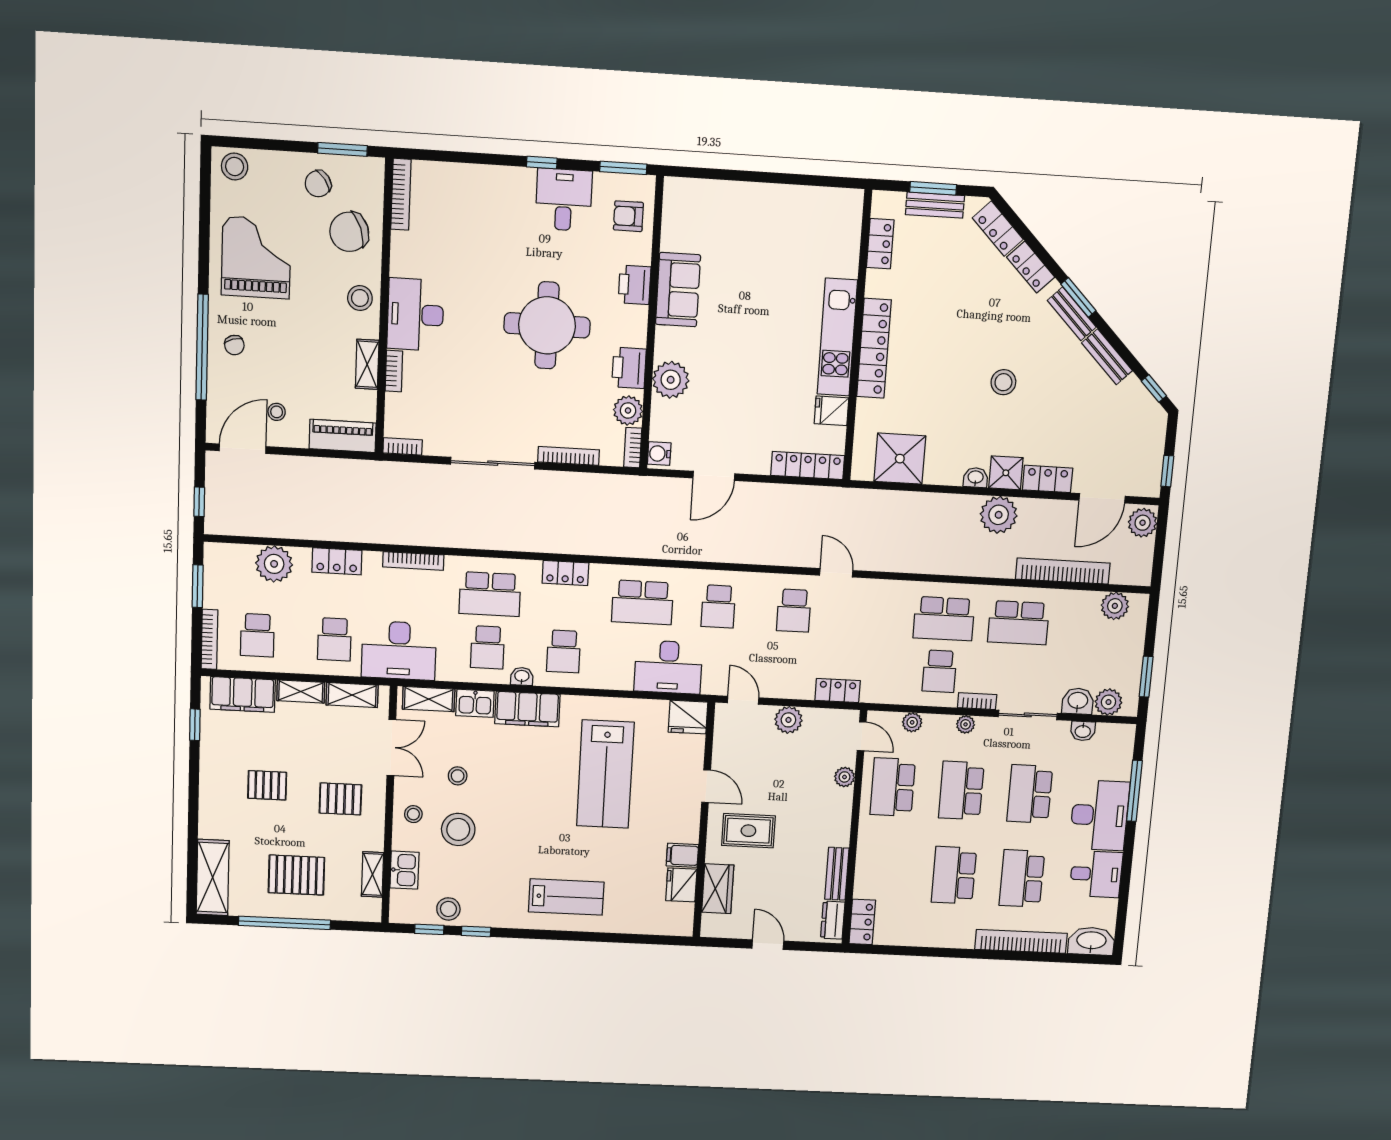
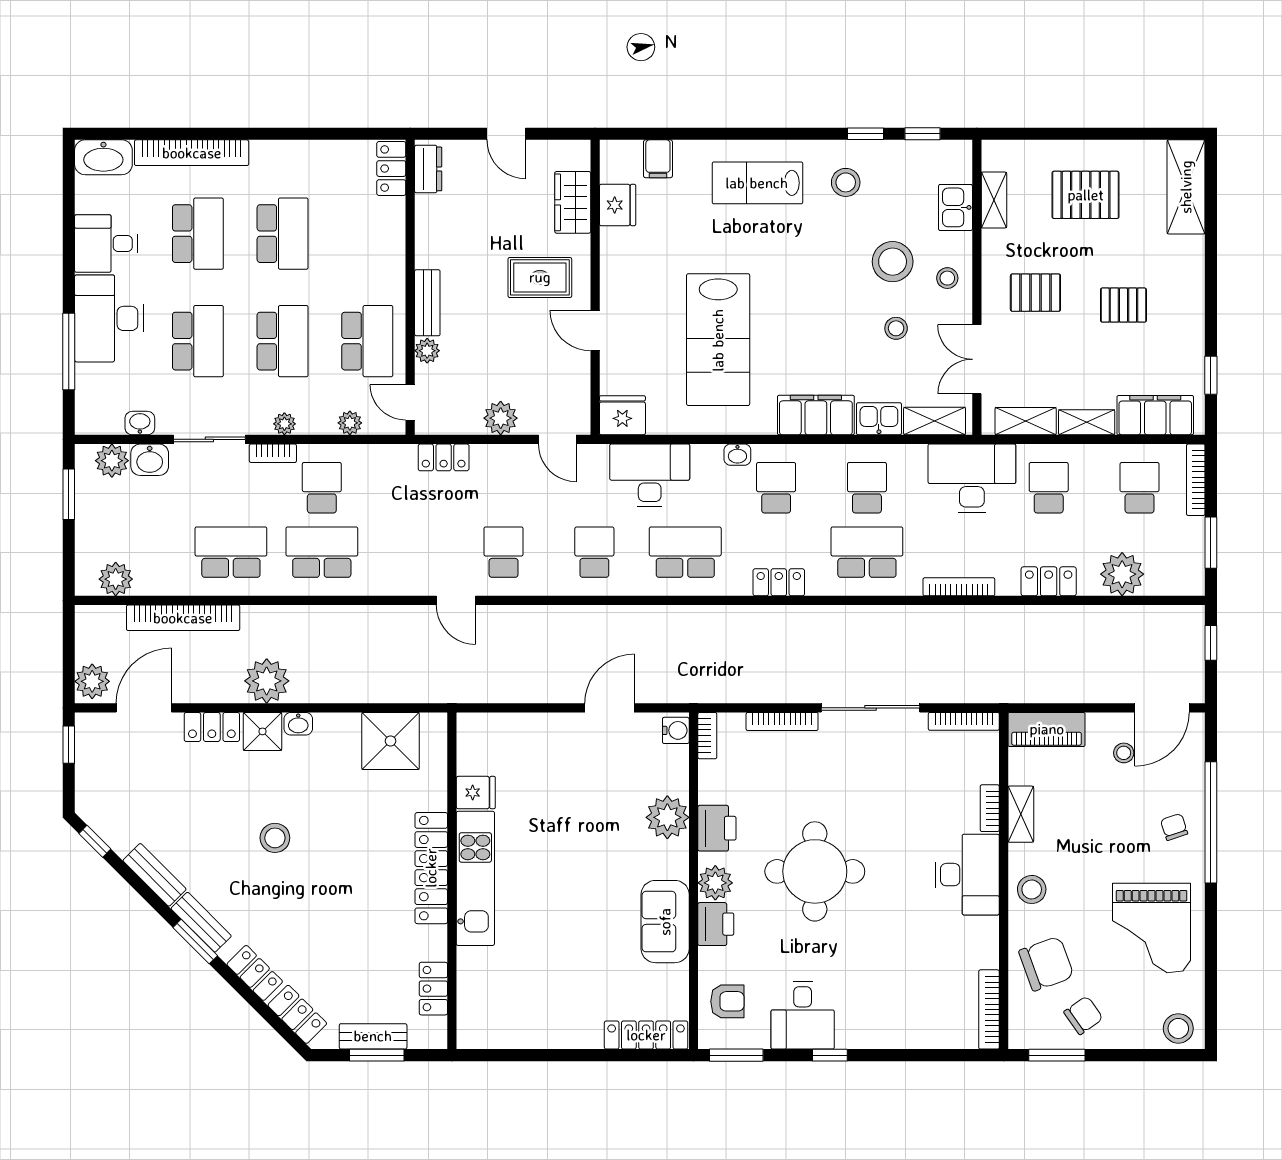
plant: (628, 410) -> (715, 883), moved
bookcase: (403, 446) -> (964, 721), width x1.56
locker: (808, 465) -> (646, 1035), moved, turned 180
washbasin: (522, 676) -> (737, 455), moved
lab bench: (605, 774) -> (718, 340), turned 180
filing cabinet: (682, 855) -> (658, 159), moved, turned 90
bench: (837, 874) -> (427, 303), moved
stool: (448, 909) -> (846, 182), moved
window: (284, 923) -> (1098, 134), removed

